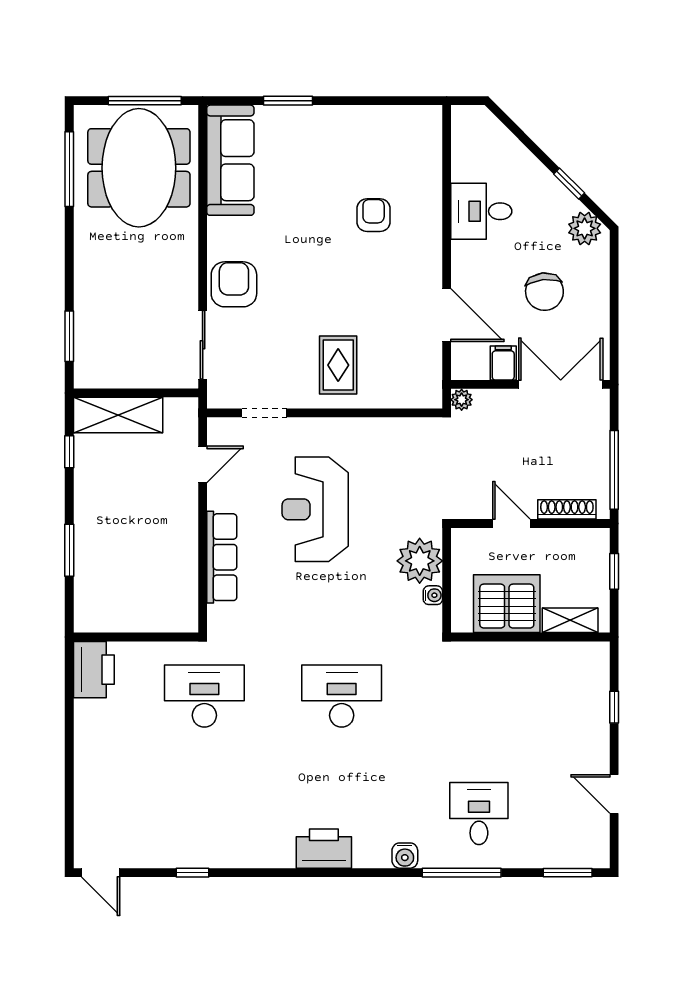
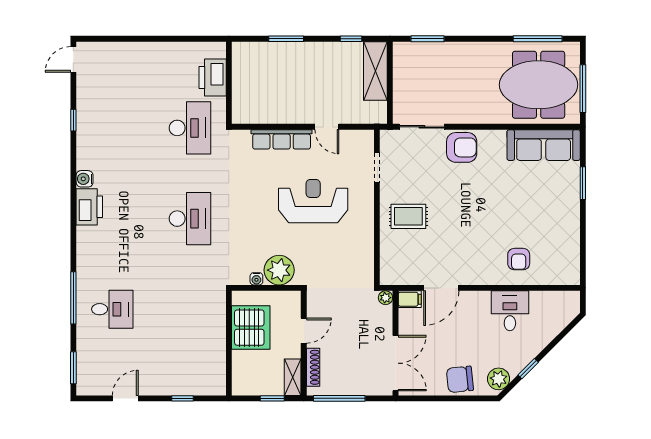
armchair: (374, 215) -> (519, 259), moved, turned 90
chair: (544, 292) -> (460, 379), moved
filing cabinet: (503, 363) -> (410, 299), moved
door: (203, 464) -> (327, 127), moved
shelving: (570, 620) -> (293, 377), moved
printer: (94, 670) -> (213, 78), moved, turned 90
water cooler: (405, 856) -> (85, 179), moved

